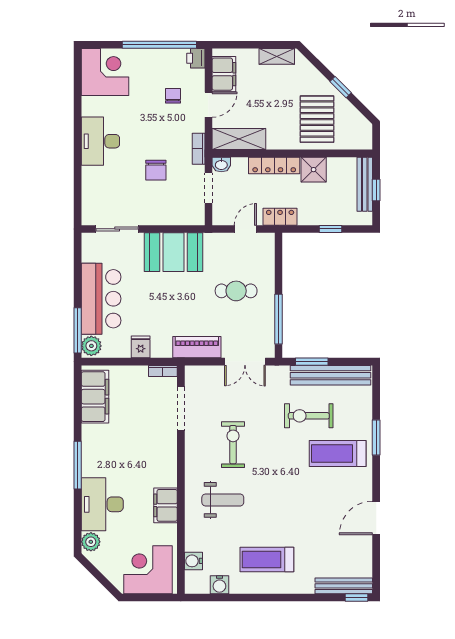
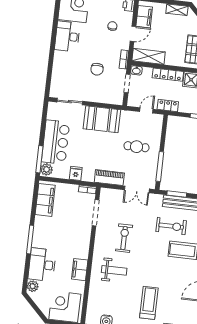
desk: (100, 141) -> (67, 36), moved
exercise bike: (309, 416) -> (171, 226), turned 180
treadmill: (267, 559) -> (149, 303), moved, turned 90
water cooler: (193, 561) -> (92, 305), removed

